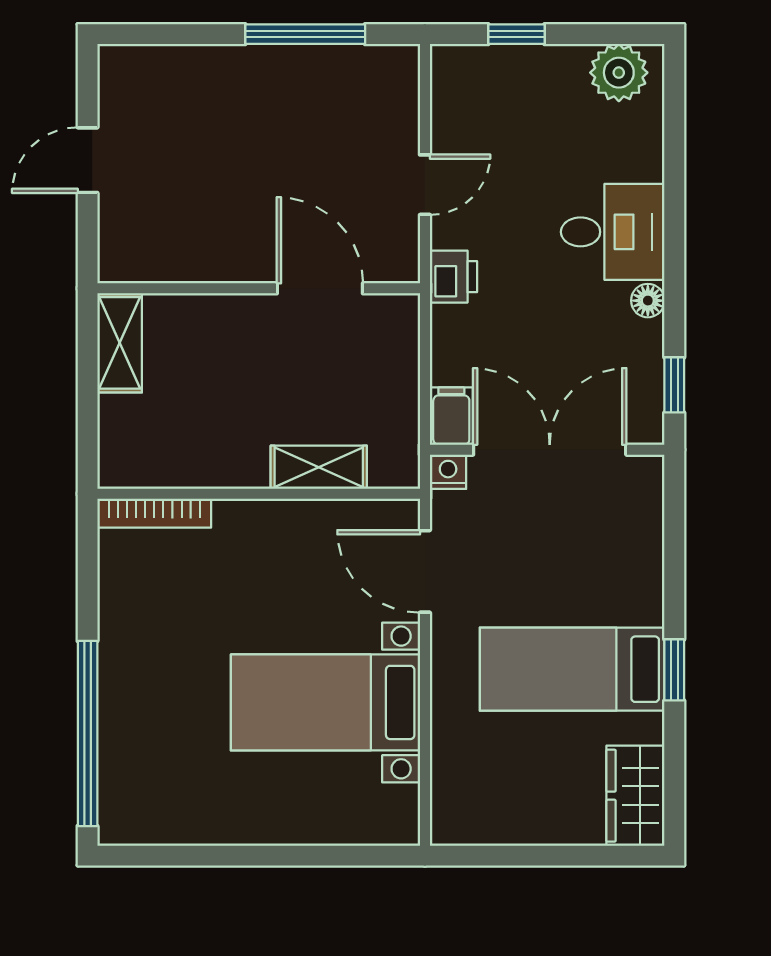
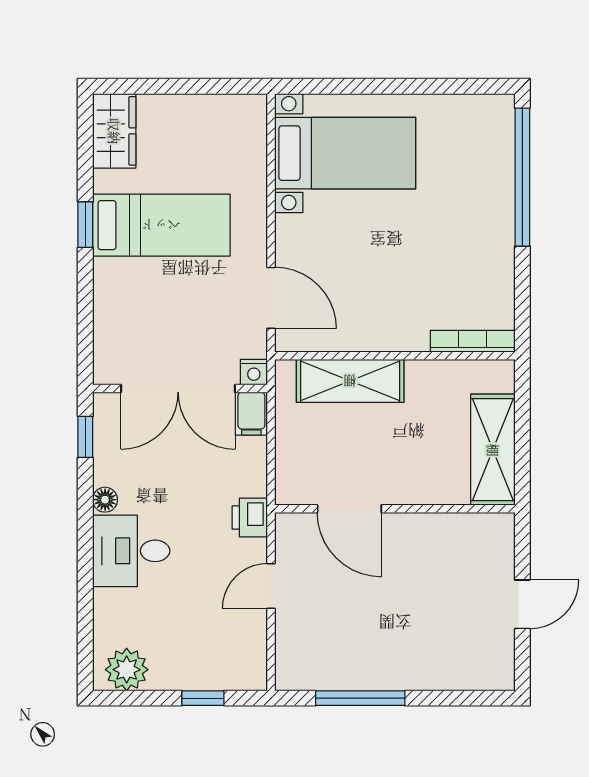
shelving: (120, 343) -> (493, 450), width x1.50, depth x1.33
shelving: (319, 467) -> (350, 381), width x1.50, depth x1.33
bed with nightstands: (325, 702) -> (345, 153), moved

